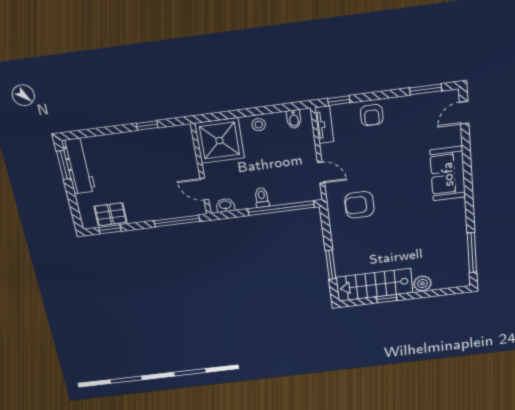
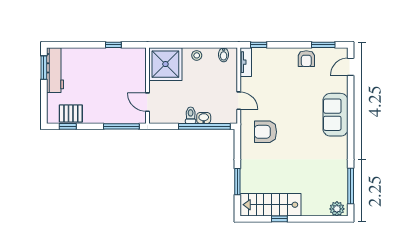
armchair: (372, 115) -> (306, 59), moved
washbasin: (225, 205) -> (204, 118), moved
plant: (422, 284) -> (337, 209), moved

